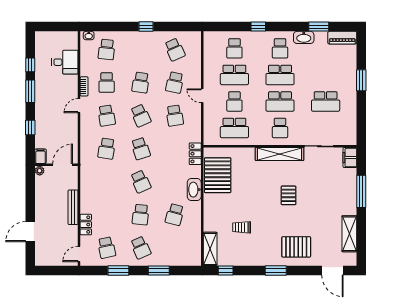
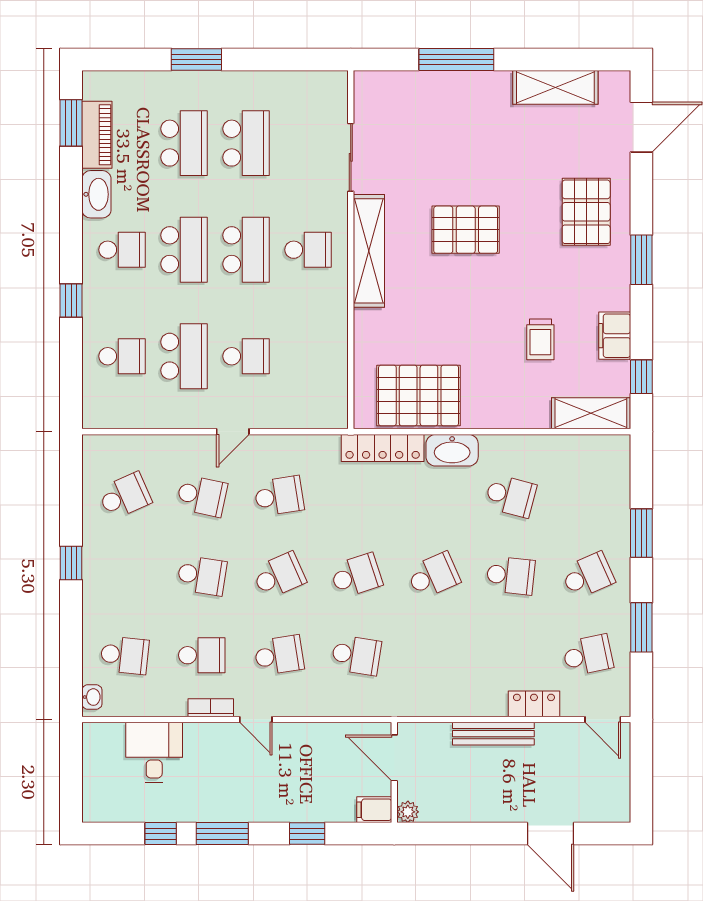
window: (319, 27) -> (71, 123), moved
piano: (342, 38) -> (97, 135), moved
school desk: (234, 128) -> (184, 143), moved
locker: (195, 154) -> (383, 448), width x1.53
filing cabinet: (350, 158) -> (615, 336), moved, turned 90
pallet: (289, 195) -> (466, 230), width x1.50, depth x1.42

